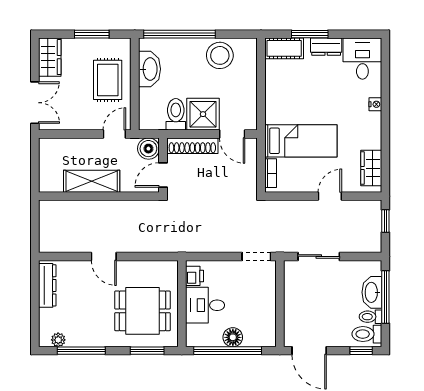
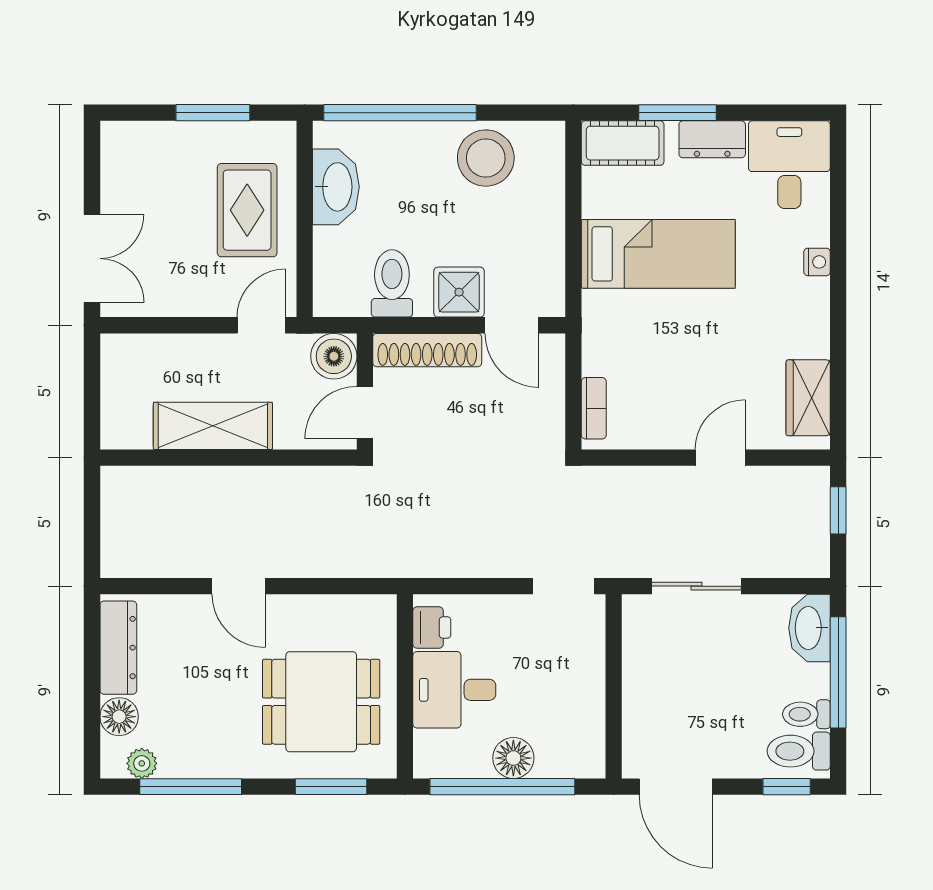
wardrobe: (50, 57) -> (124, 161), removed
shower: (203, 114) -> (459, 292), width x0.73, depth x0.73
bed: (301, 141) -> (658, 254), moved
washbasin: (372, 292) -> (809, 628), moved
floor lamp: (48, 318) -> (119, 717), added

